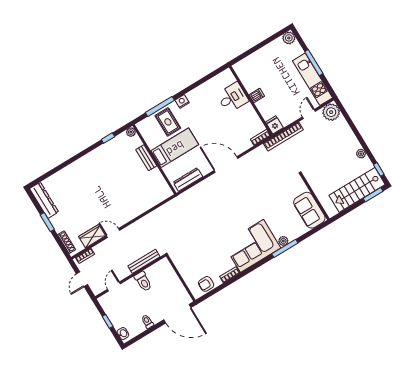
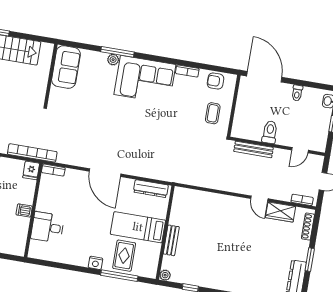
coffee table: (190, 262) -> (213, 113), added
armchair: (206, 284) -> (215, 81), turned 180

